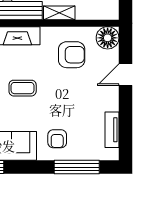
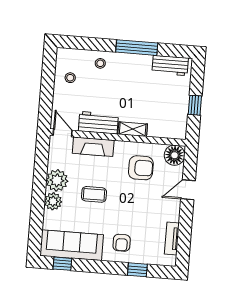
window: (77, 167) -> (137, 270), width x0.46

